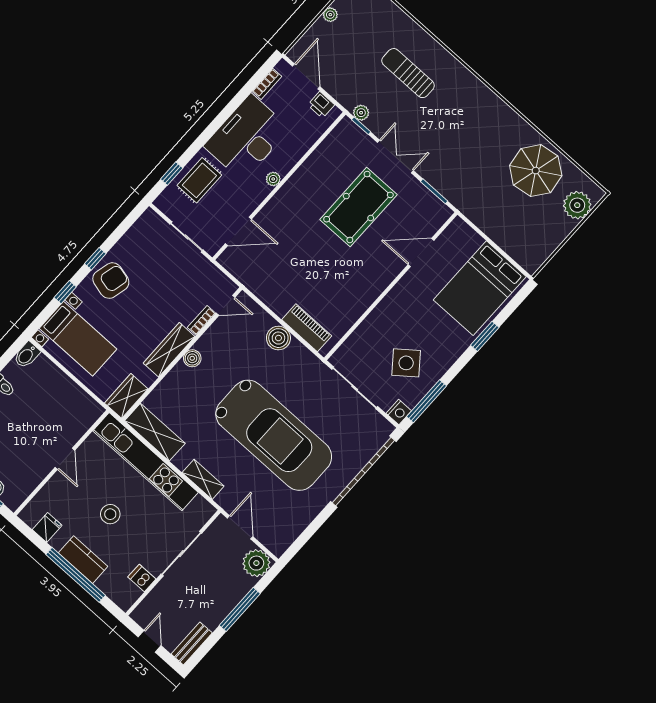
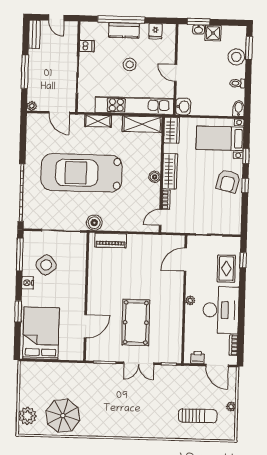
sun lounger: (408, 73) -> (198, 416), moved
plant: (361, 113) -> (174, 371), removed
boiler: (278, 338) -> (94, 223), moved
washbasin: (89, 412) -> (183, 106), added
nightstand: (399, 412) -> (28, 283), moved
plant: (256, 563) -> (32, 106), width x0.53, depth x0.53

